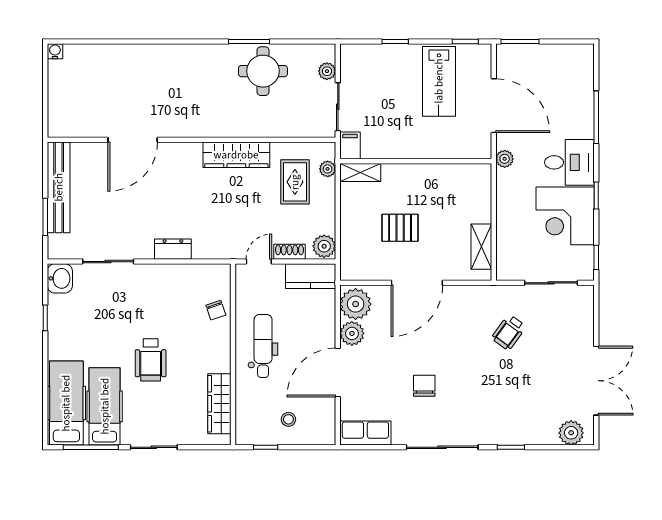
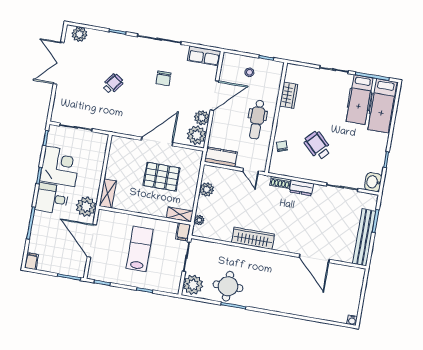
filing cabinet: (585, 56) -> (31, 261), added
plant: (327, 71) -> (193, 285), width x1.87, depth x1.87
lab bench: (439, 81) -> (140, 249), moved
door: (133, 140) -> (314, 258), swing flipped
plant: (505, 159) -> (86, 207), width x1.88, depth x1.88
rug: (295, 182) -> (220, 216), removed
pallet: (400, 228) -> (161, 177), width x1.50, depth x1.42
plant: (324, 246) -> (207, 189), moved
shelving: (481, 247) -> (108, 193), moved
shoe rack: (290, 252) -> (280, 182), moved
door: (259, 262) -> (251, 171), hinge flipped
wheelchair: (509, 332) -> (113, 84), moved
wheelchair: (151, 360) -> (318, 145), moved, turned -46
wardrobe: (219, 404) -> (289, 95), width x0.67

